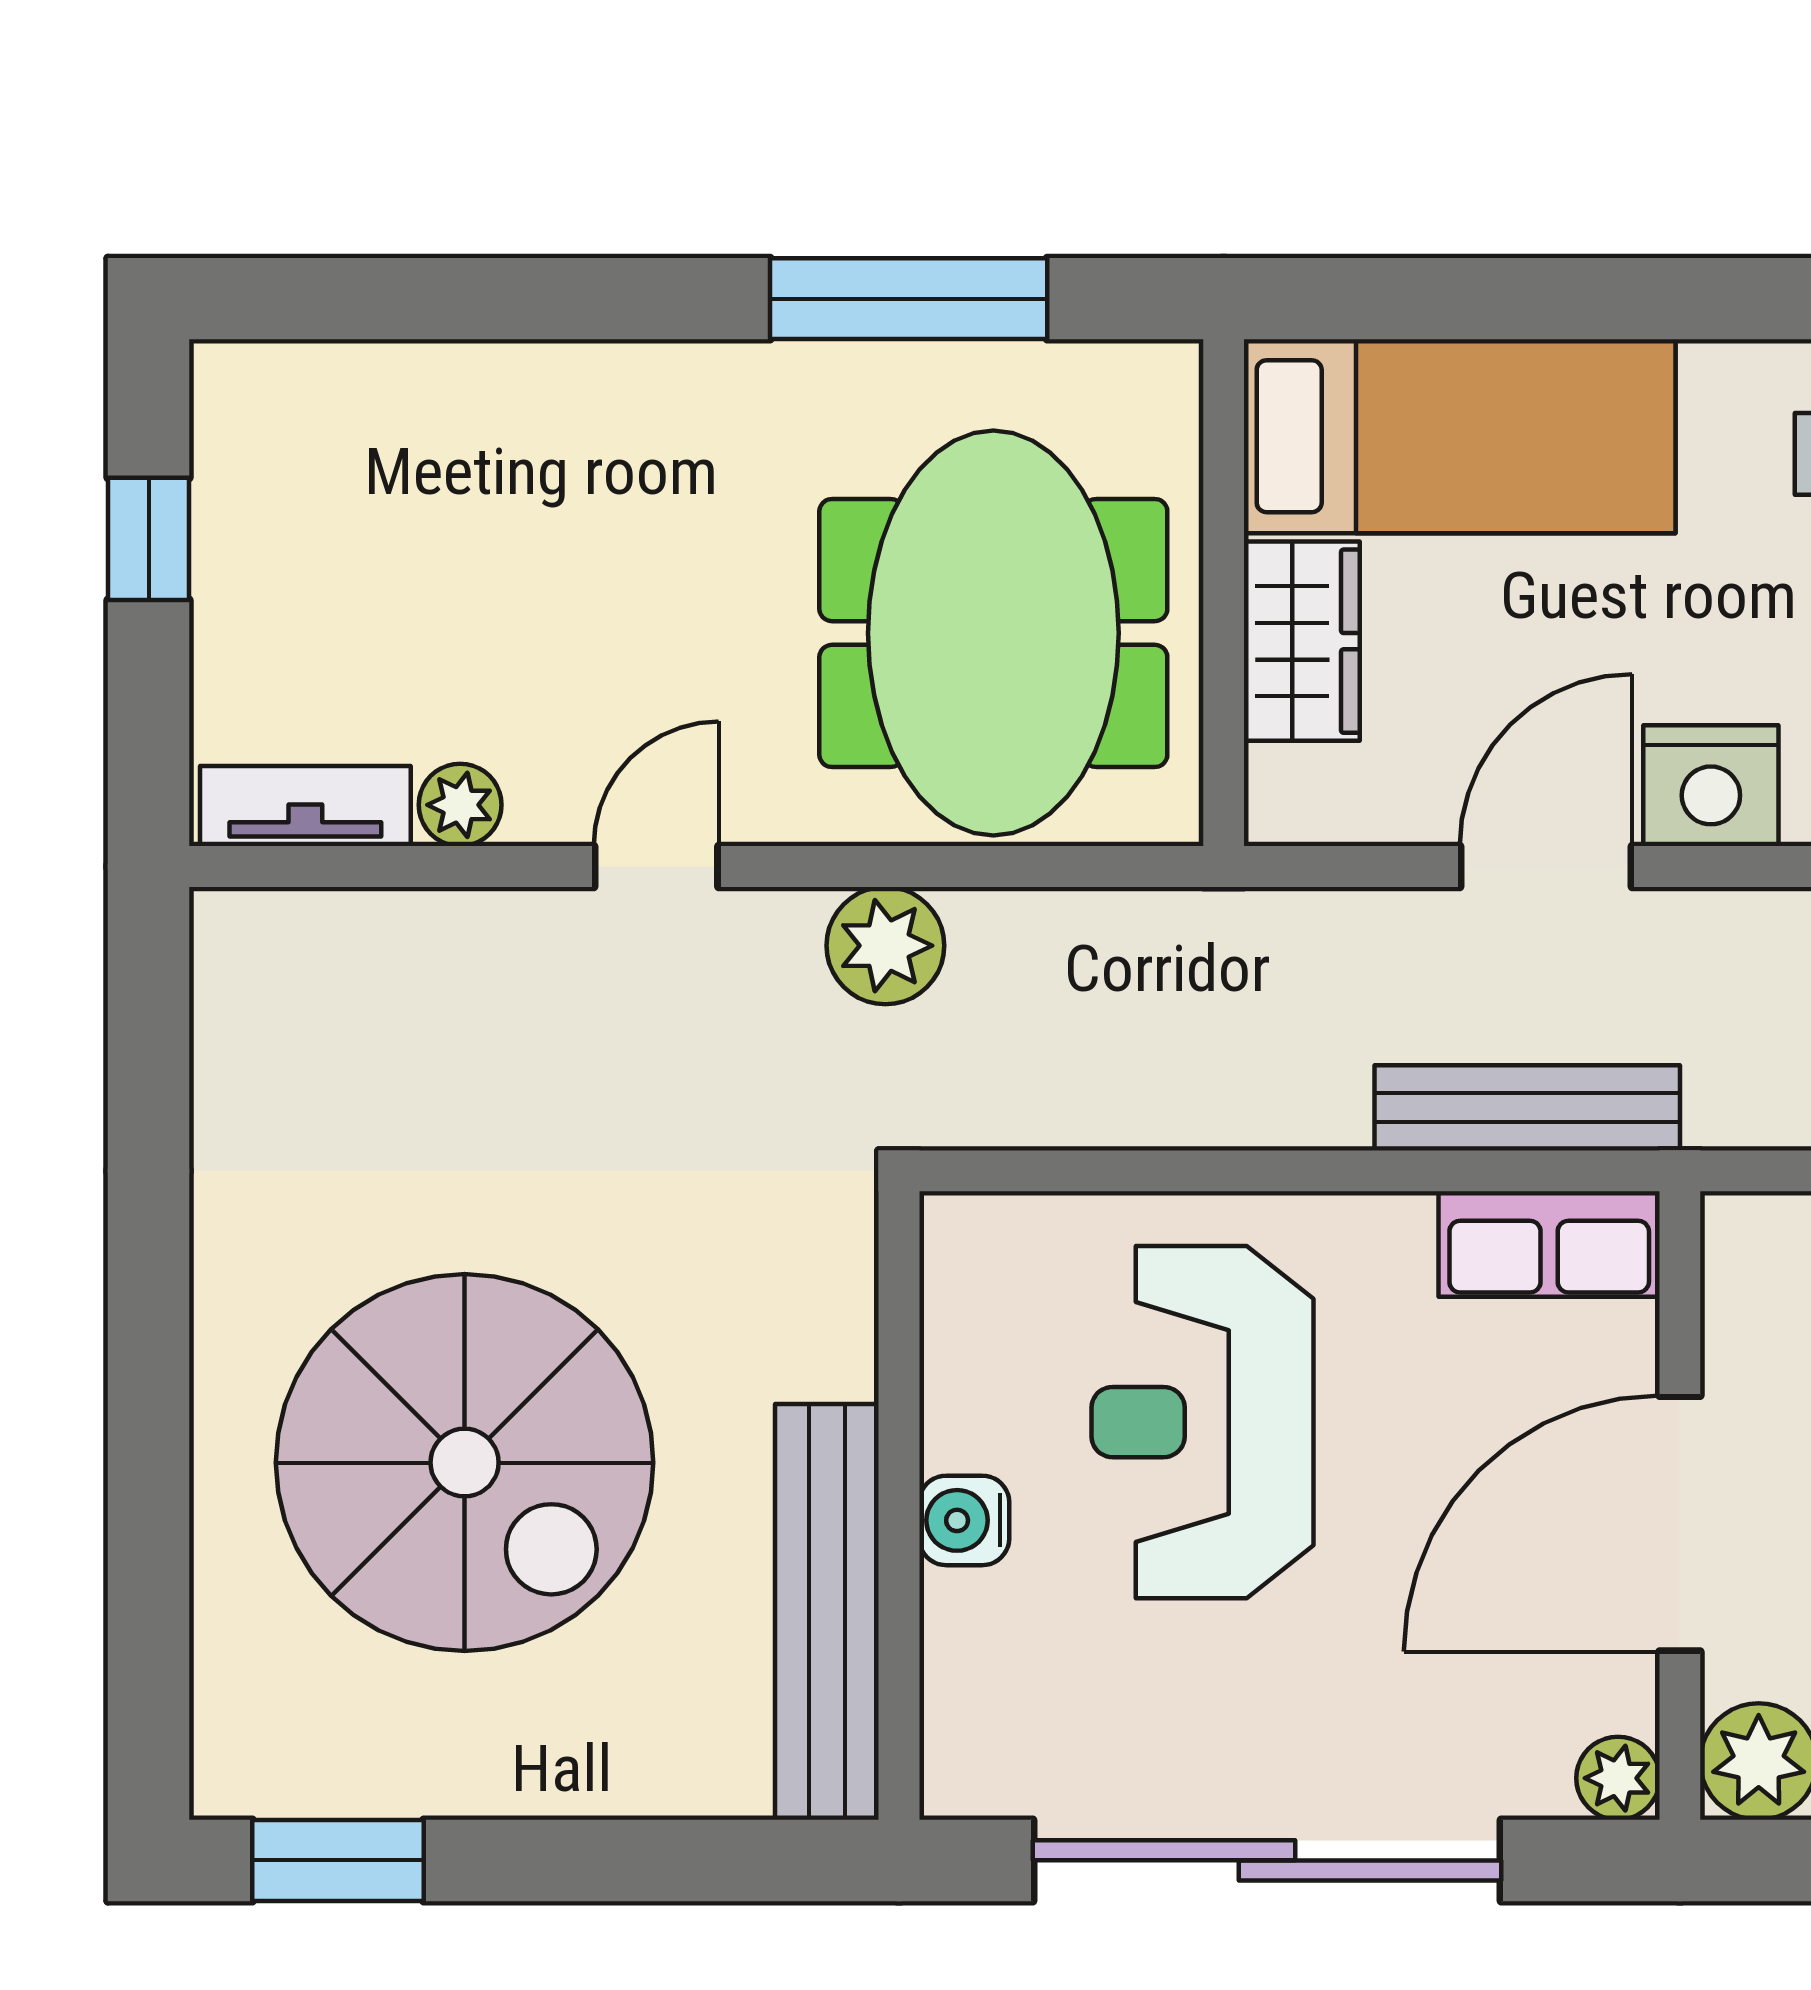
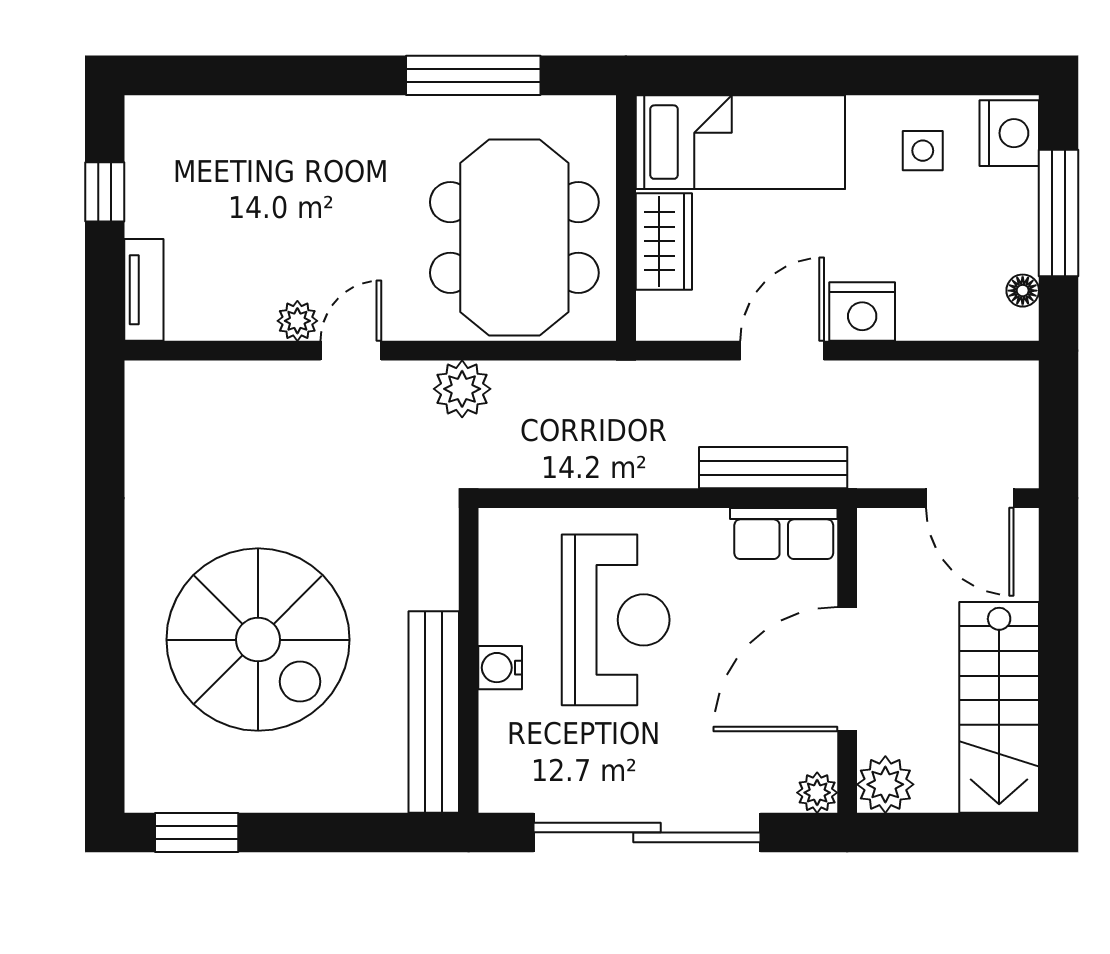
plant: (460, 805) -> (297, 321), moved
tv unit: (305, 806) -> (144, 290), moved, turned 90
reception desk: (1202, 1422) -> (616, 620), turned 180

